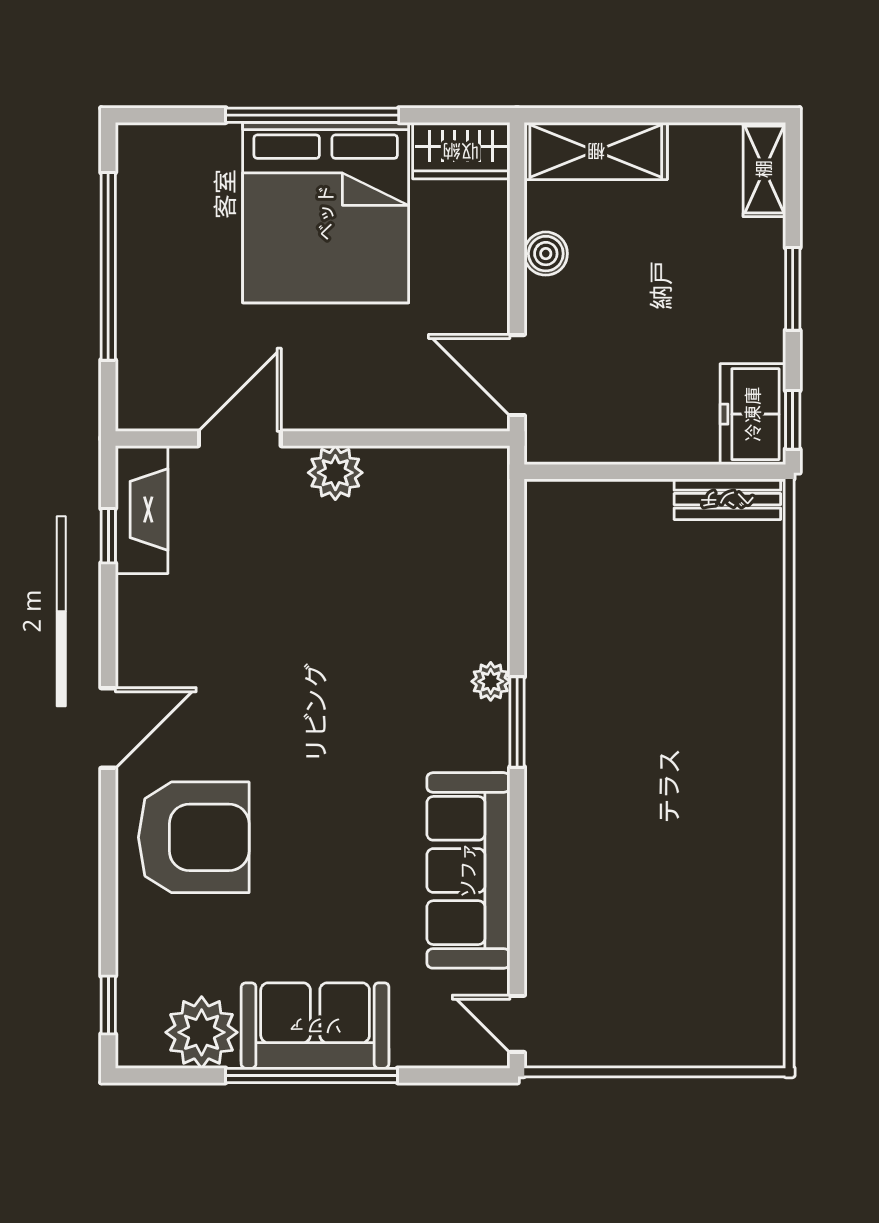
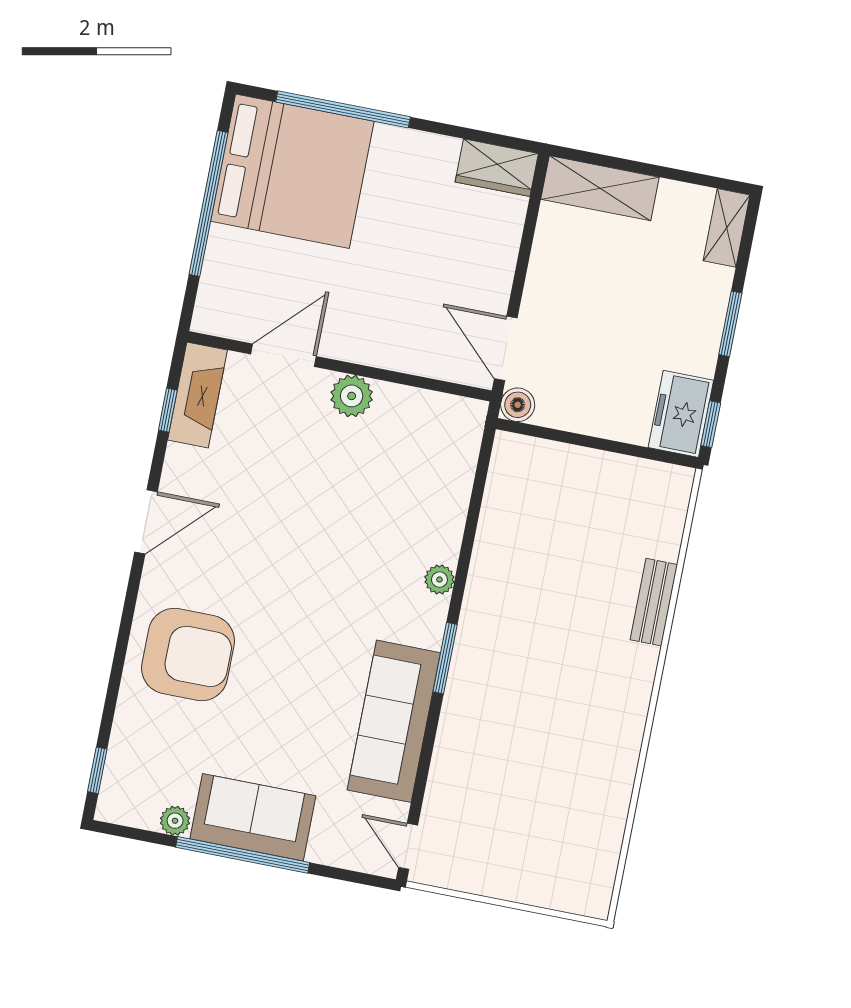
window: (312, 115) -> (343, 109), moved
bed: (326, 213) -> (292, 171), moved, turned -90
boiler: (546, 254) -> (518, 405), moved
bench: (727, 499) -> (654, 602), moved, turned 90
window: (517, 722) -> (445, 658), moved
door: (108, 728) -> (146, 522), moved
plant: (202, 1032) -> (175, 821), width x0.53, depth x0.53

